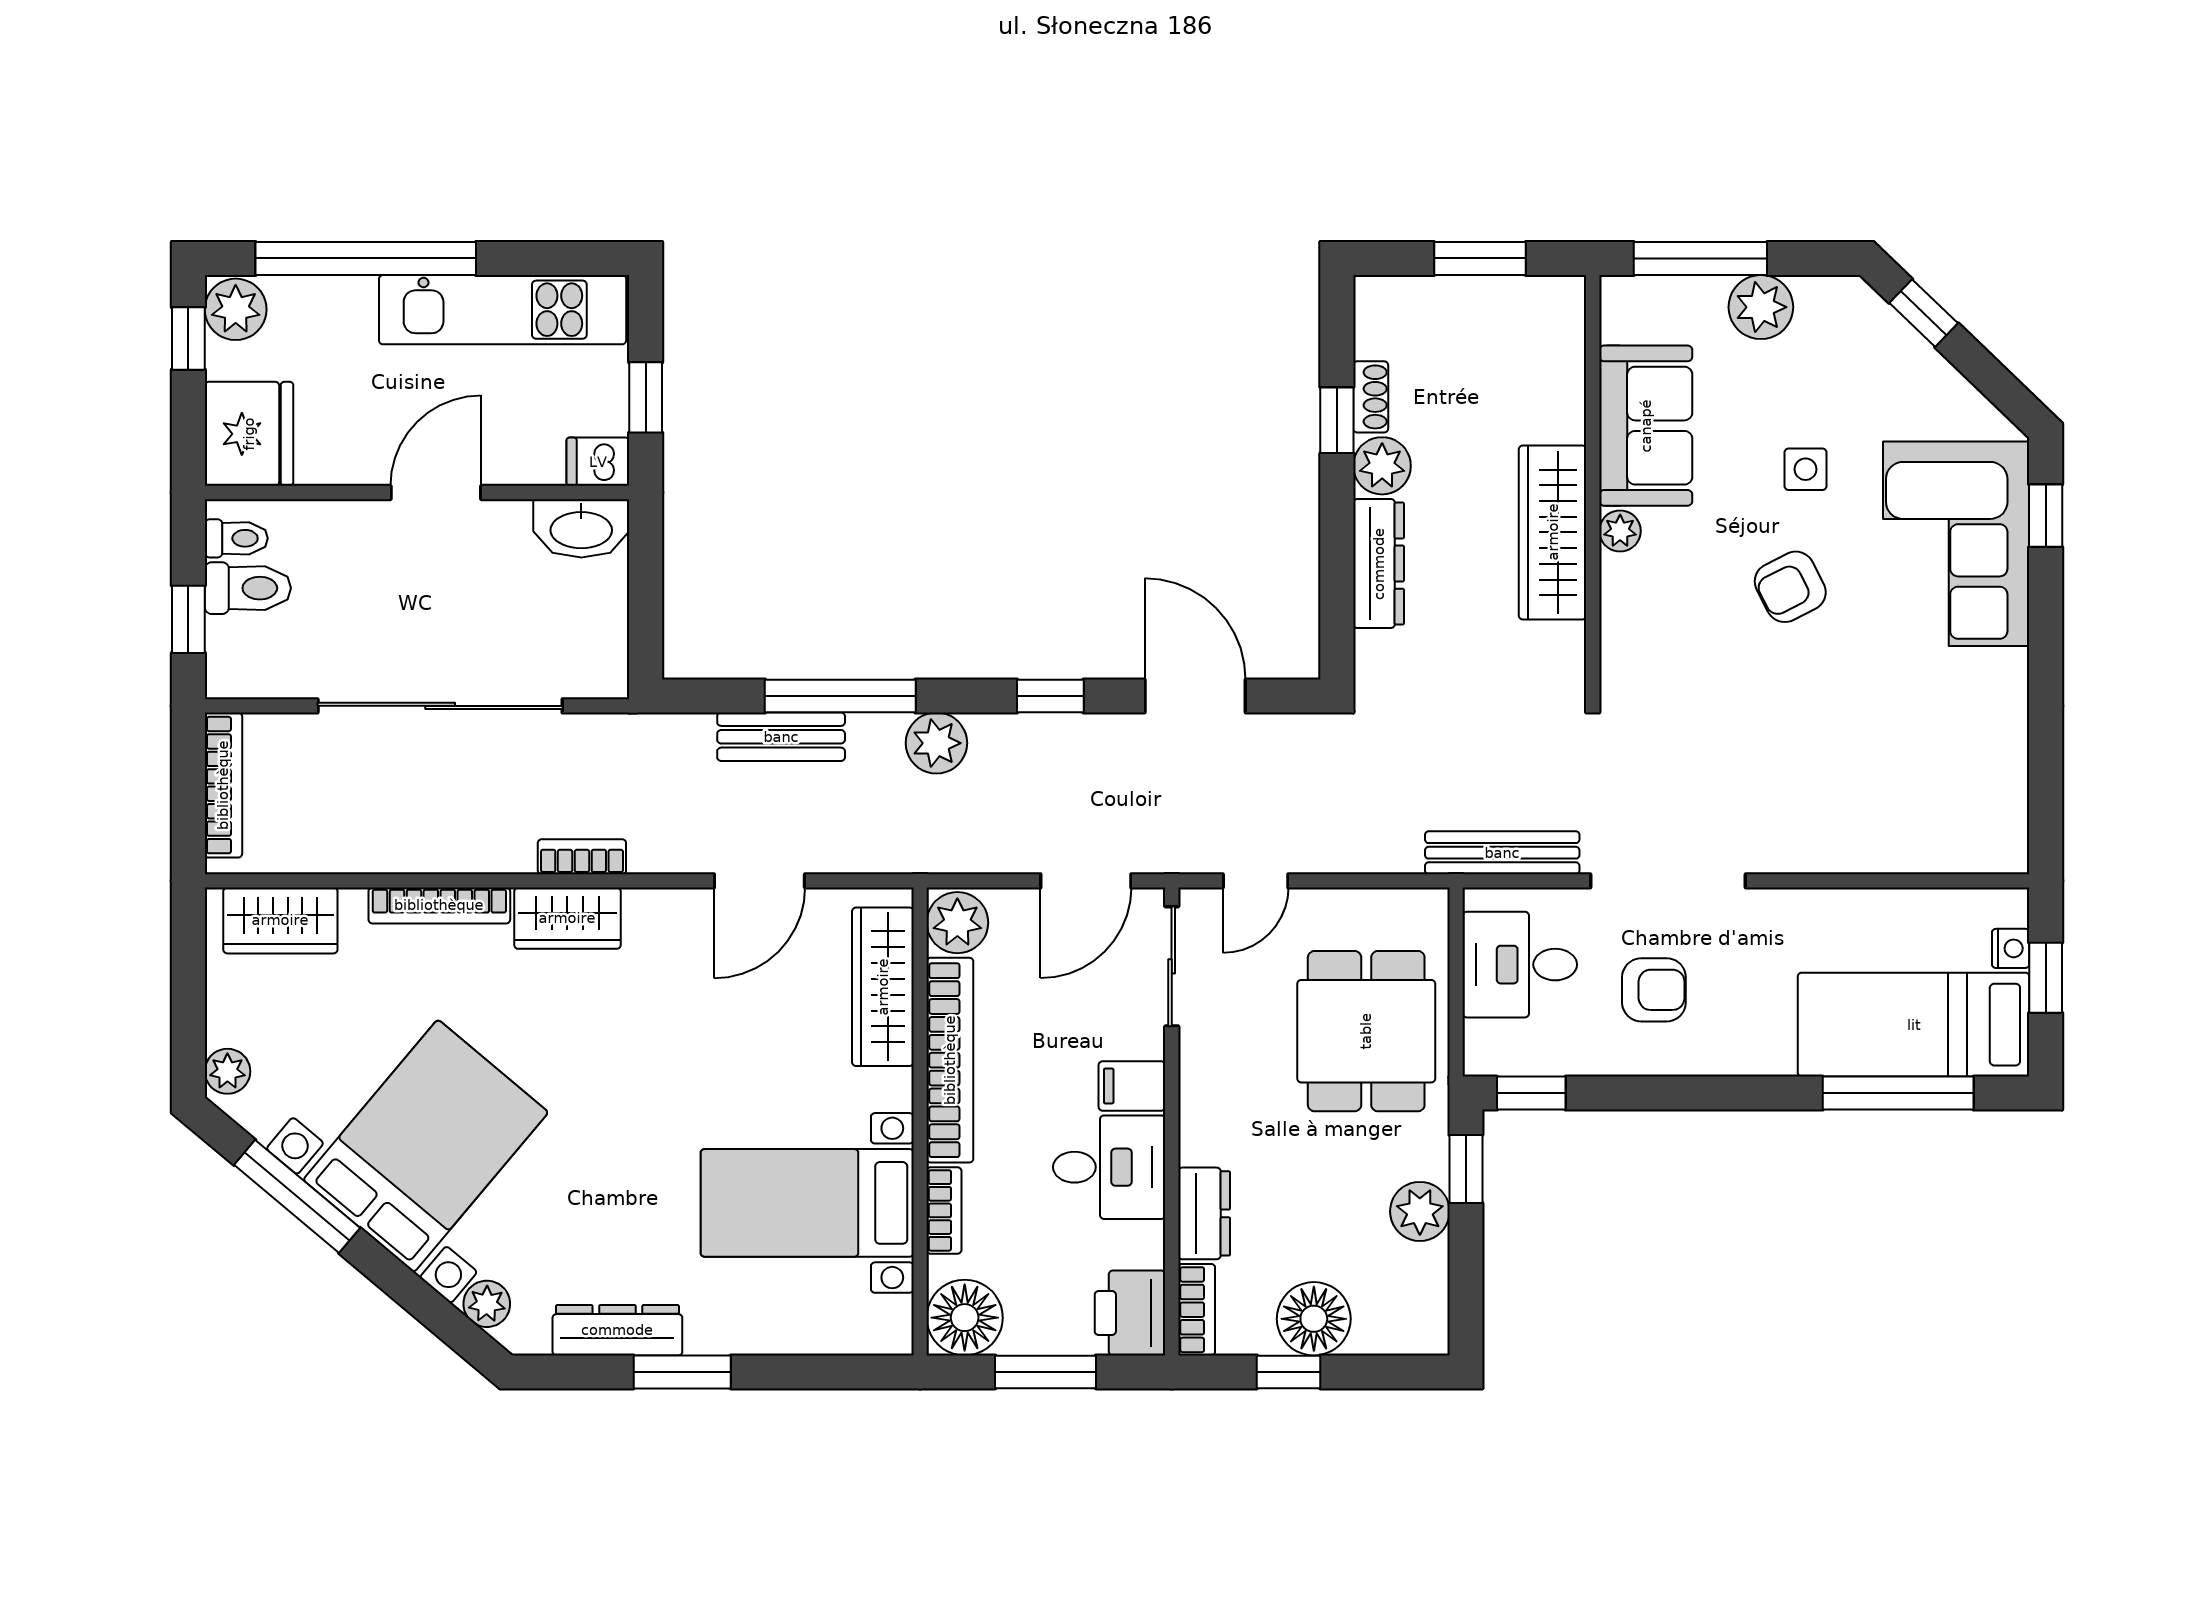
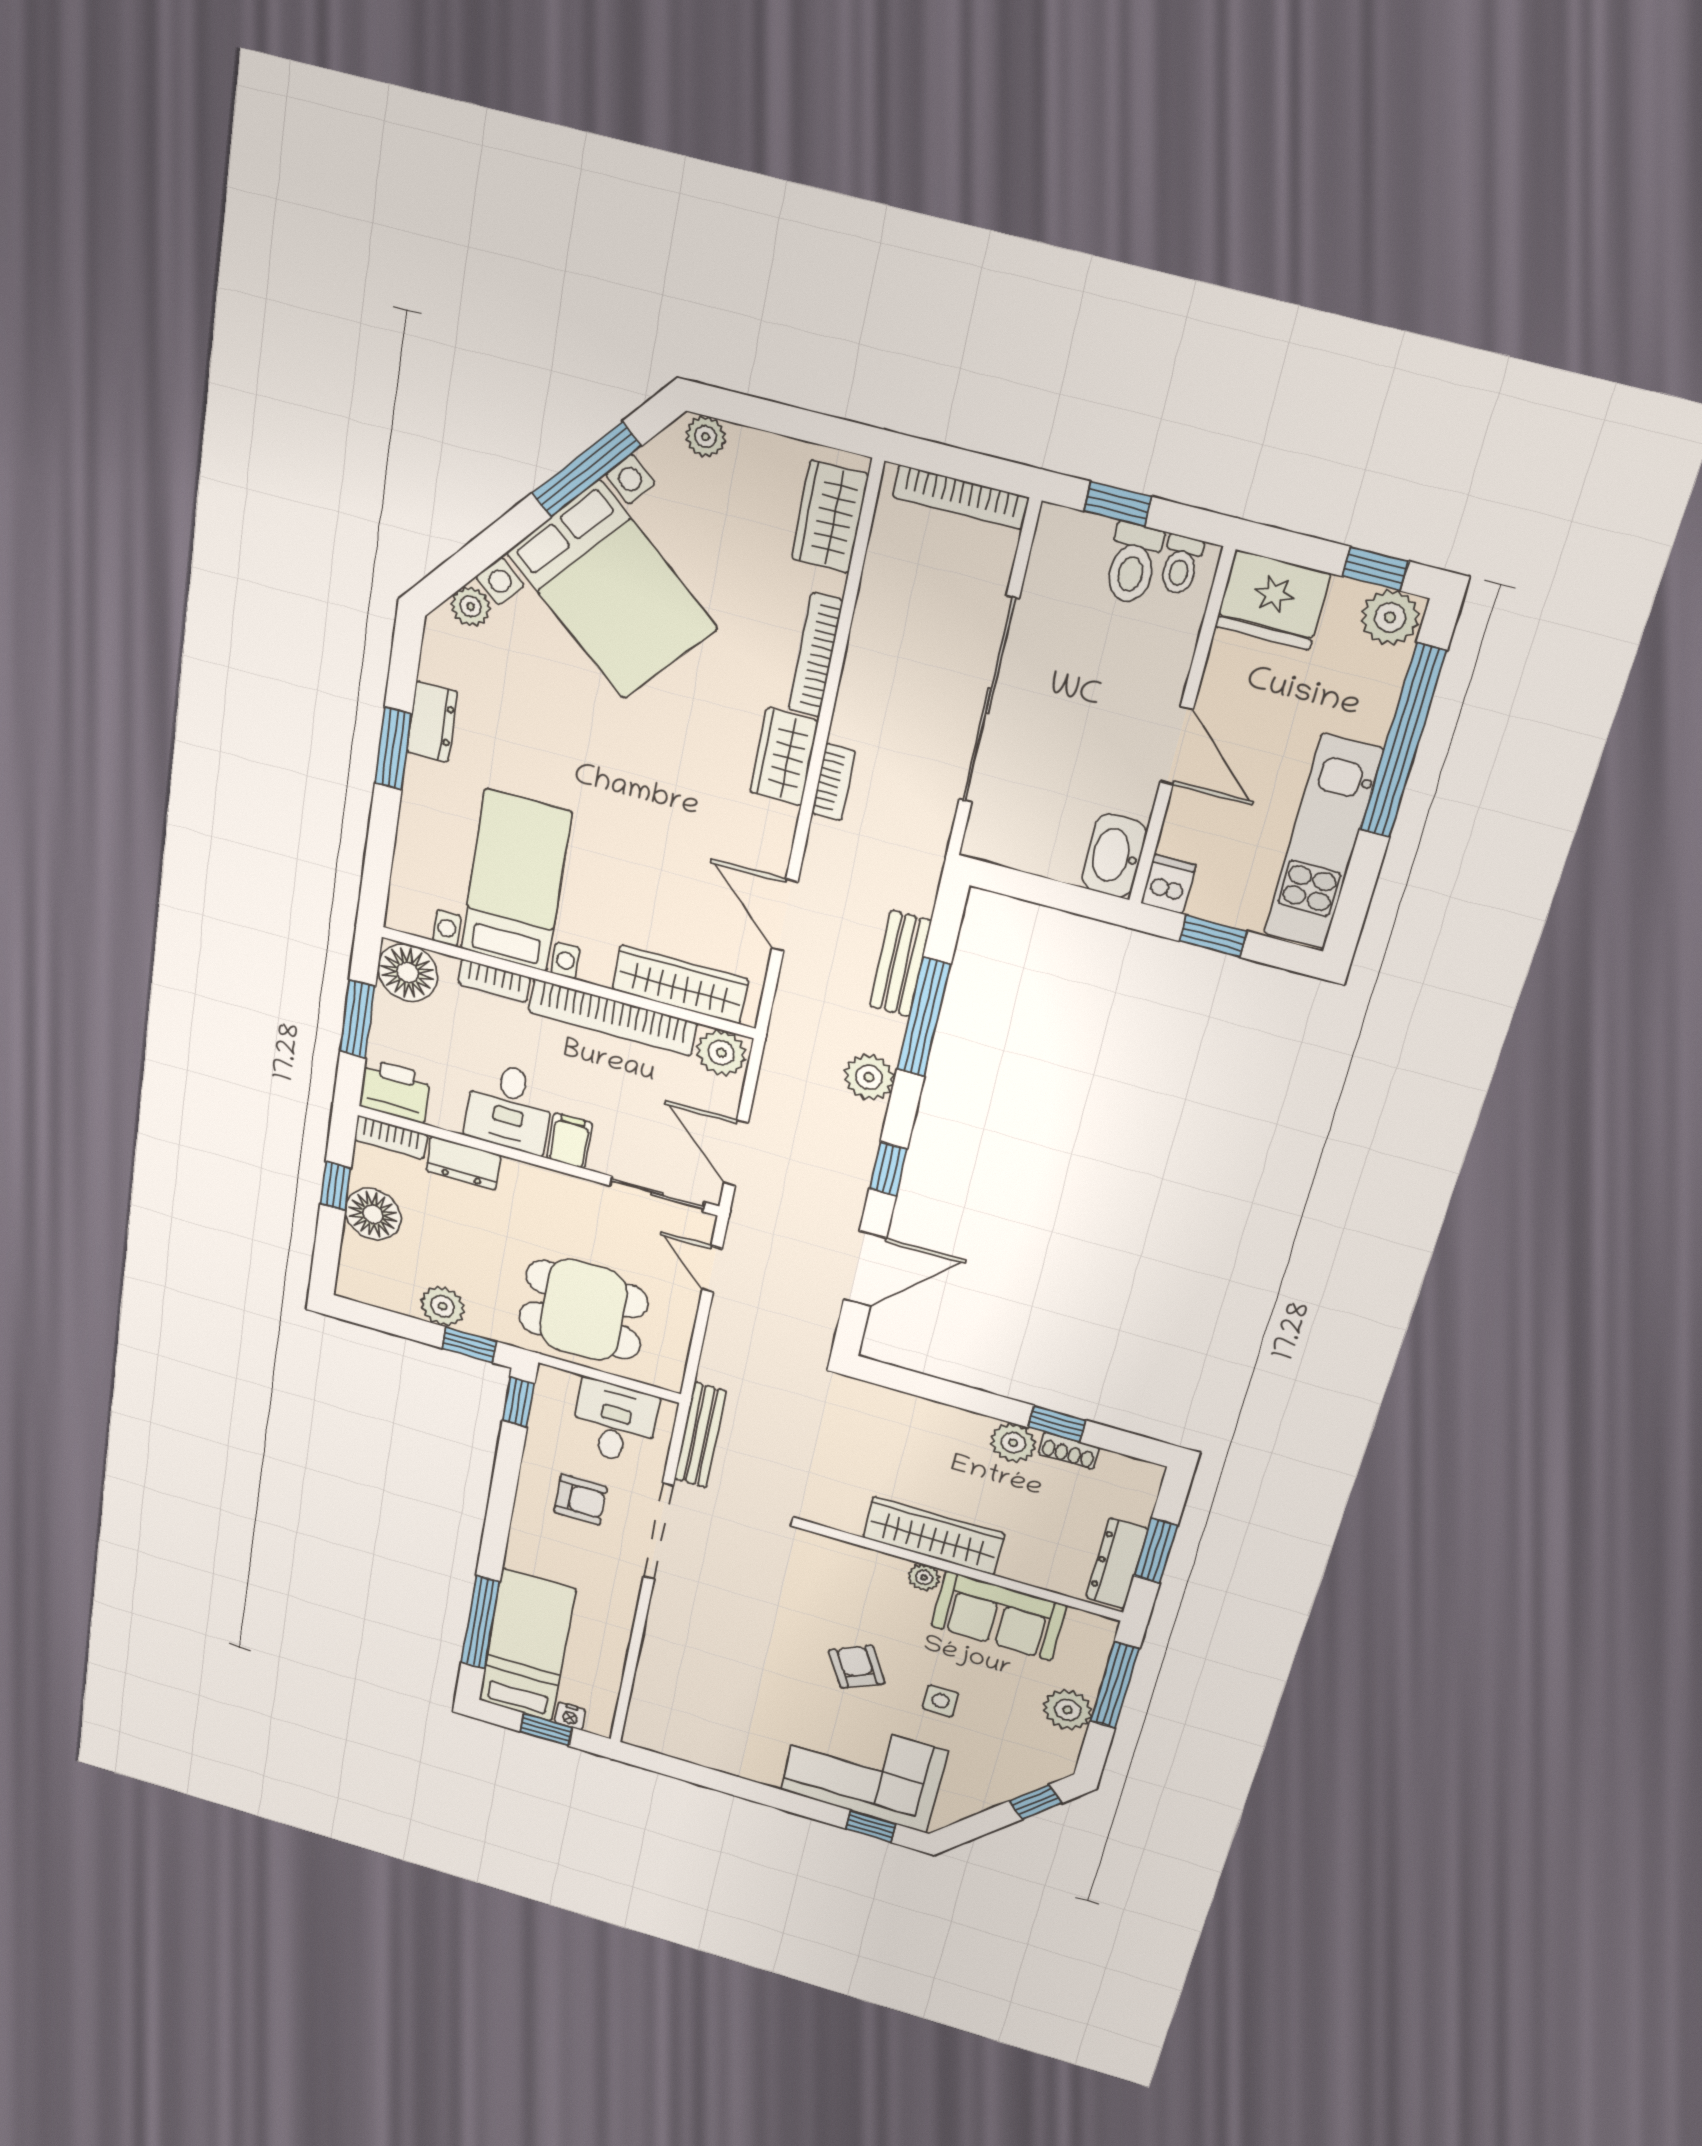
dresser: (1379, 564) -> (1117, 1563), moved, turned 90
armchair: (1654, 990) -> (580, 1500), turned -90
dresser: (617, 1330) -> (432, 722), width x0.70

